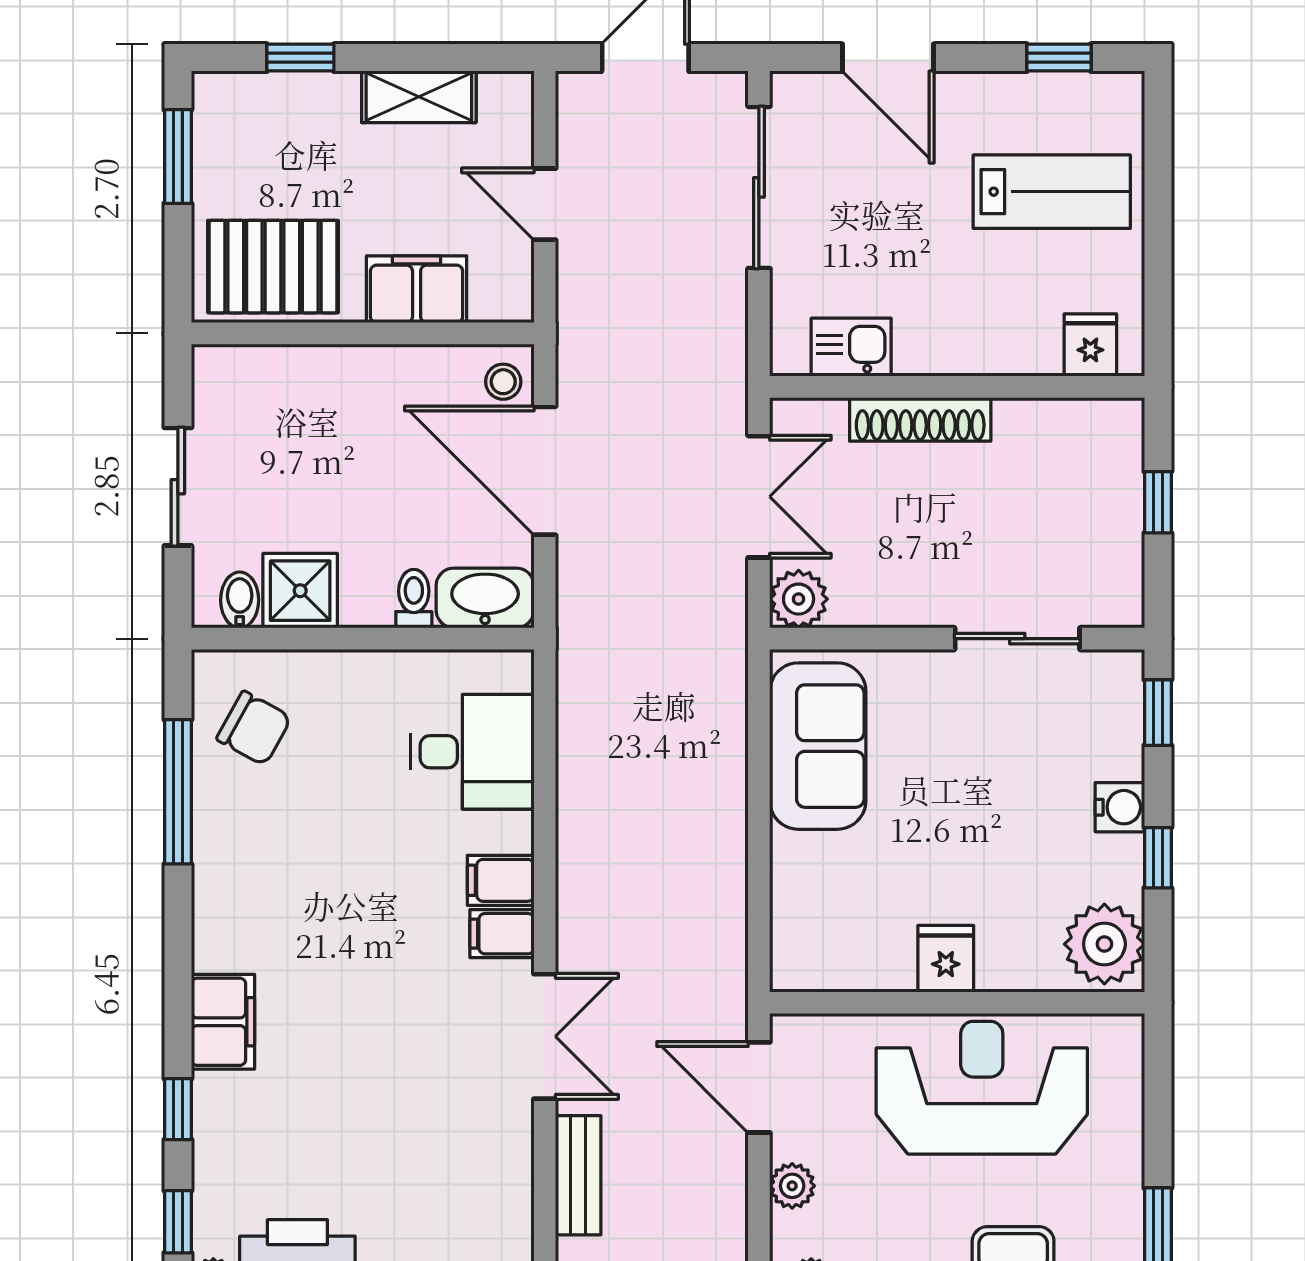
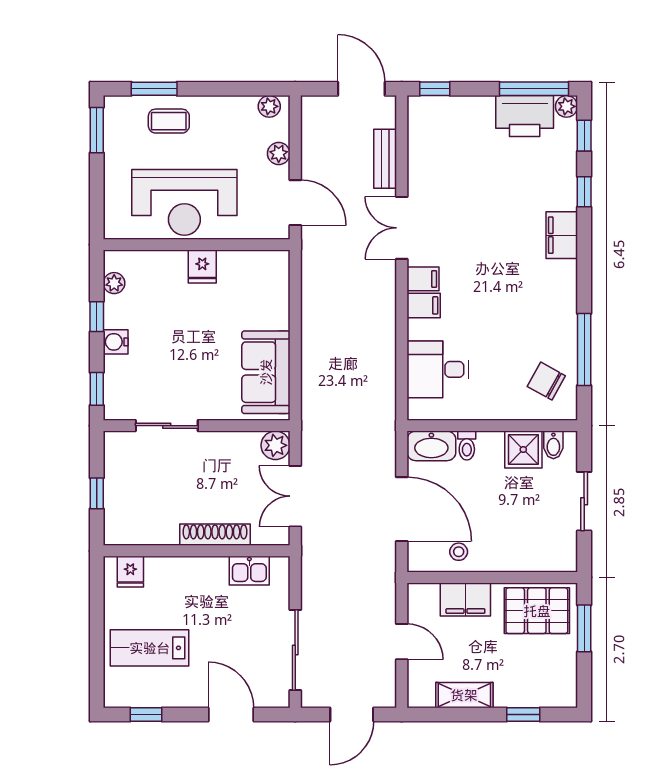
window: (178, 157) -> (584, 628), moved
stool: (503, 382) -> (459, 552), moved
plant: (1104, 944) -> (114, 283), width x0.53, depth x0.53

